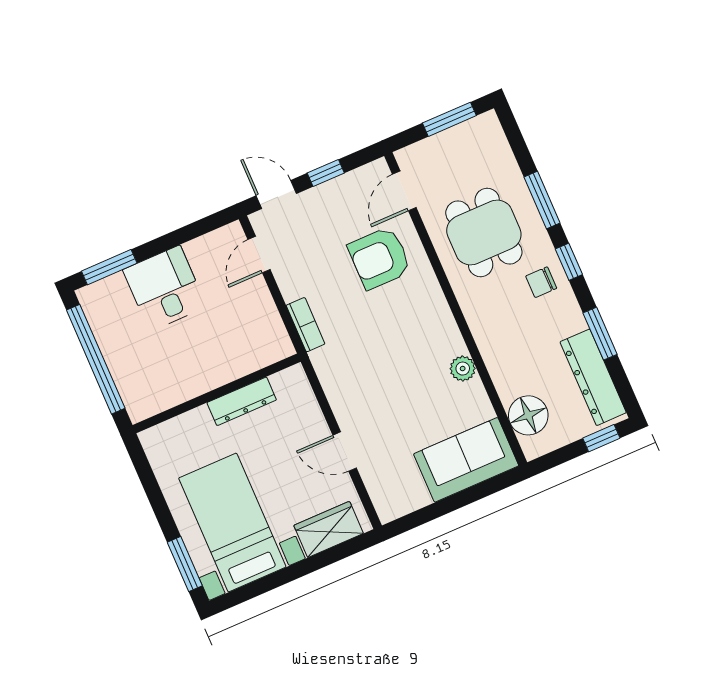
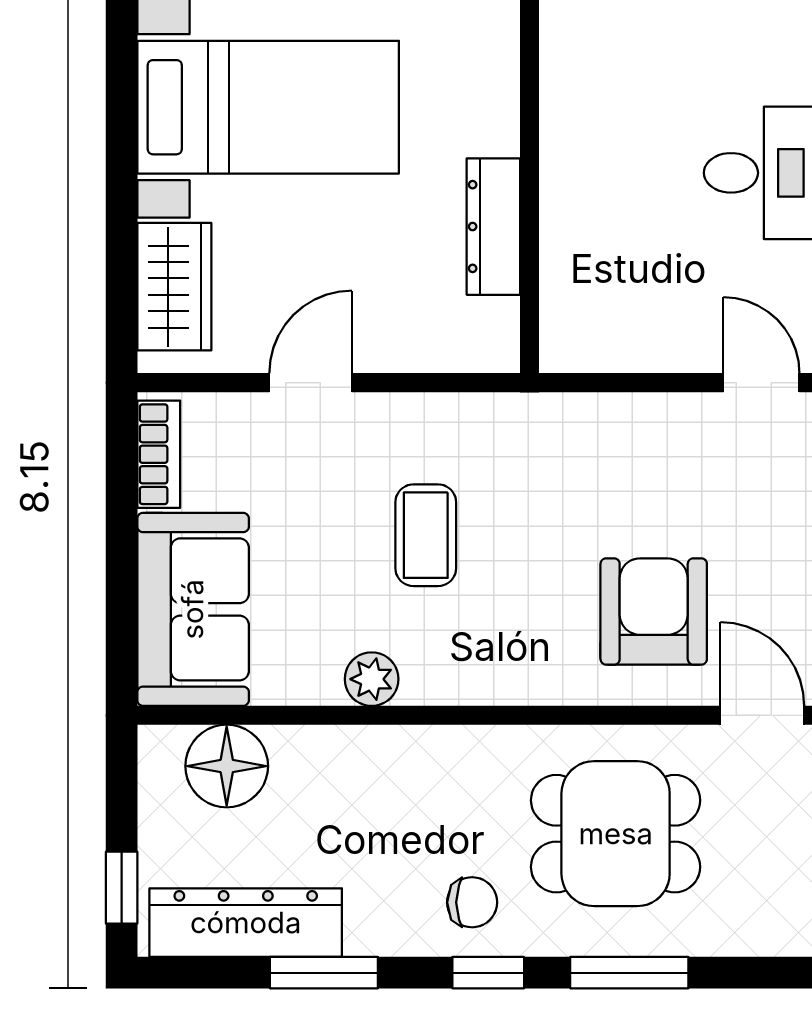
chair: (541, 282) -> (472, 902), turned 90
bookcase: (306, 325) -> (159, 454), moved, turned -90
coffee table: (390, 372) -> (426, 535), added

